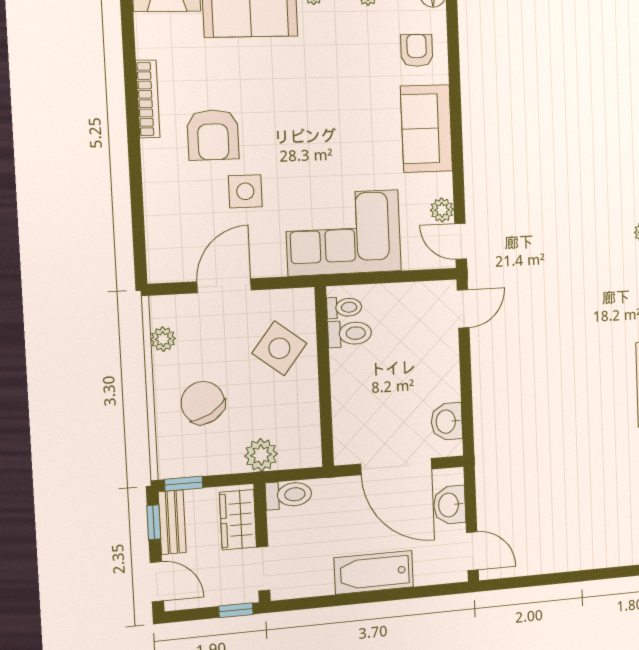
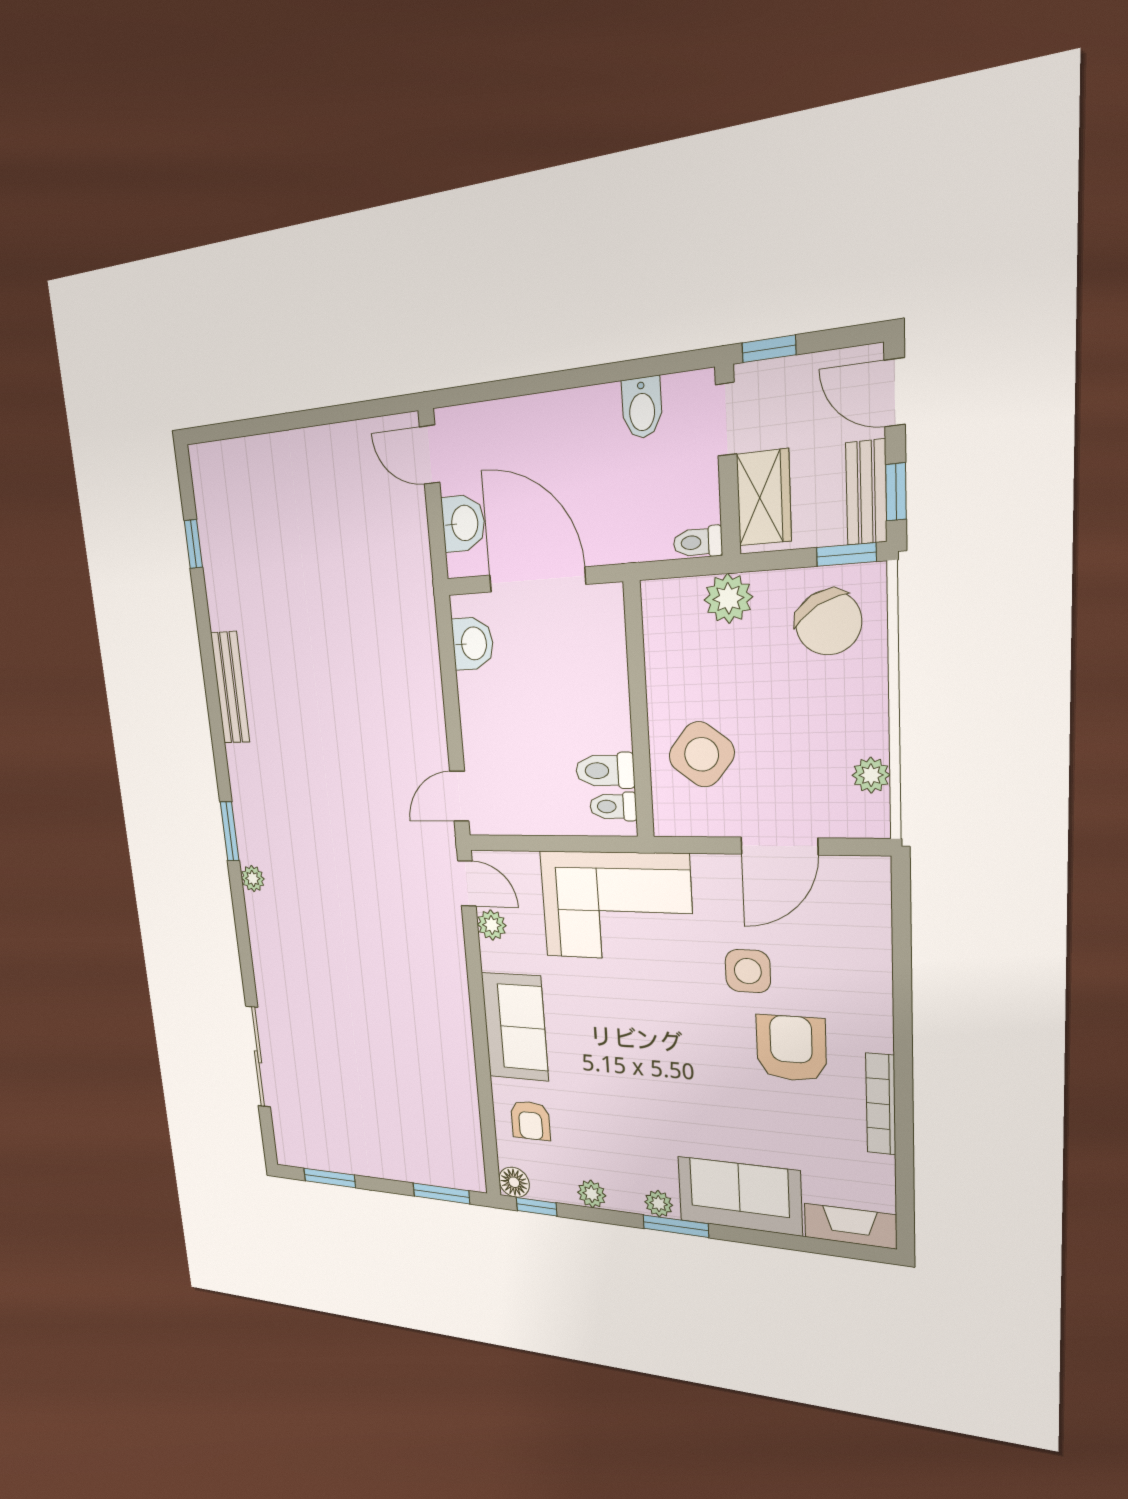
chair: (203, 403) -> (828, 622), moved
toilet: (289, 495) -> (698, 542), width x0.73, depth x0.72
bathtub: (374, 572) -> (564, 418), removed
bidet: (319, 577) -> (642, 408), added

